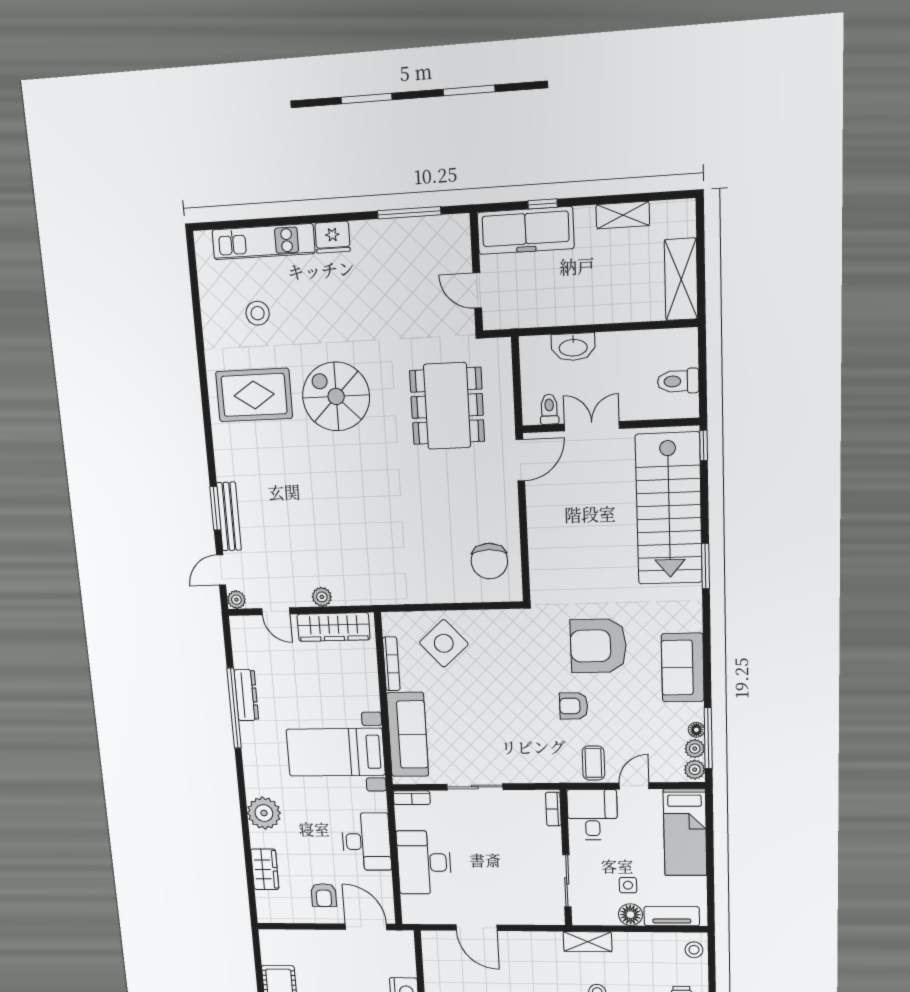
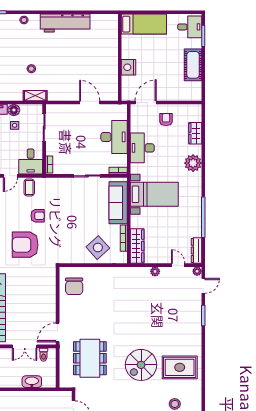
spiral stairs: (336, 396) -> (141, 365), turned 90
bench: (229, 516) -> (197, 311), removed
chair: (489, 561) -> (74, 286), turned 180
wardrobe: (334, 627) -> (137, 246), moved, turned 90
armchair: (598, 646) -> (25, 245), turned 180
dresser: (246, 695) -> (197, 250), moved
door: (366, 927) -> (146, 103), swing flipped

